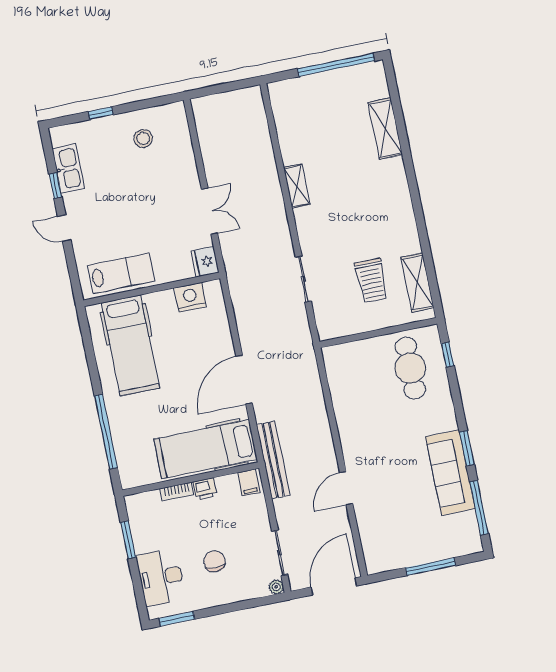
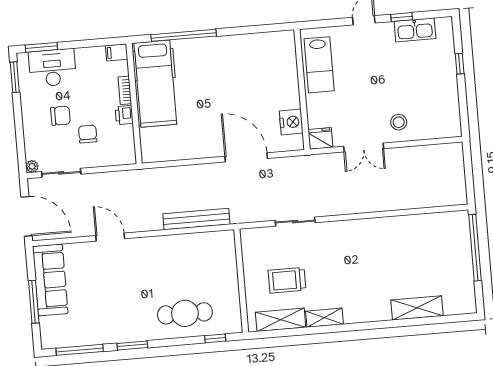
window: (336, 65) -> (475, 248), moved
stool: (143, 138) -> (399, 122), moved
shelving: (297, 186) -> (324, 318), moved
hospital bed: (130, 345) -> (256, 65), removed
cafe table: (410, 368) -> (185, 313), moved
door: (244, 380) -> (246, 157), moved
hospital bed: (206, 449) -> (155, 84), moved, turned 180
bench: (273, 460) -> (196, 219), moved
sofa: (450, 473) -> (50, 280), moved, turned 90
filing cabinet: (249, 482) -> (117, 52), moved
chair: (232, 528) -> (88, 134), added
window: (128, 540) -> (41, 47), moved

